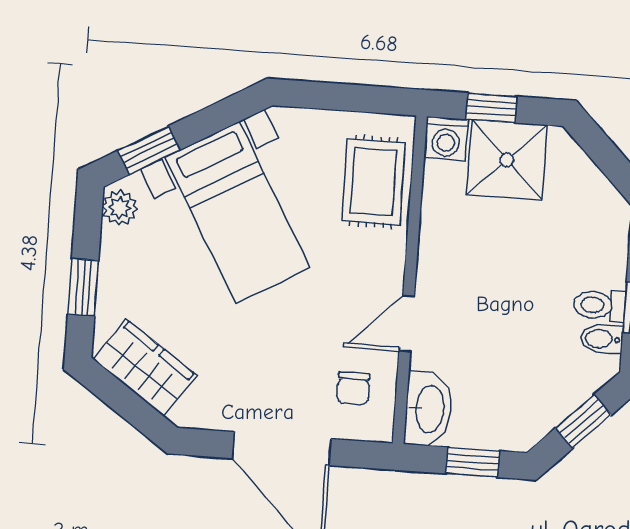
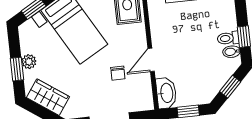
plant: (120, 208) -> (29, 62), moved
chair: (353, 388) -> (118, 73), moved

